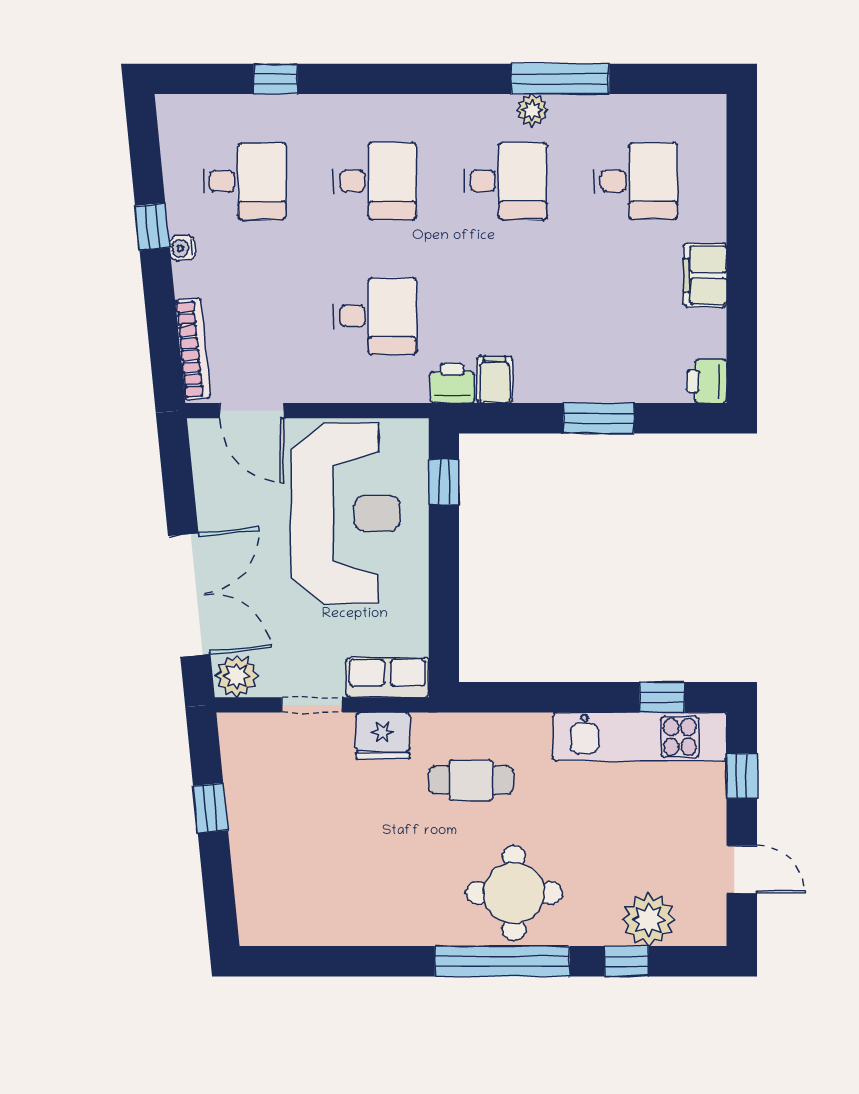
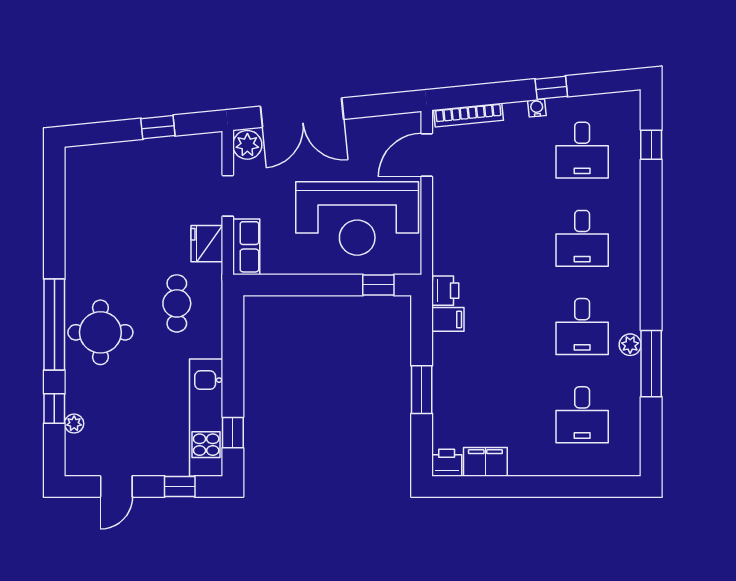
window: (276, 79) -> (651, 145), moved
filing cabinet: (705, 275) -> (485, 462), moved
desk: (375, 316) -> (491, 238), removed
plant: (649, 920) -> (74, 424), width x0.53, depth x0.53

